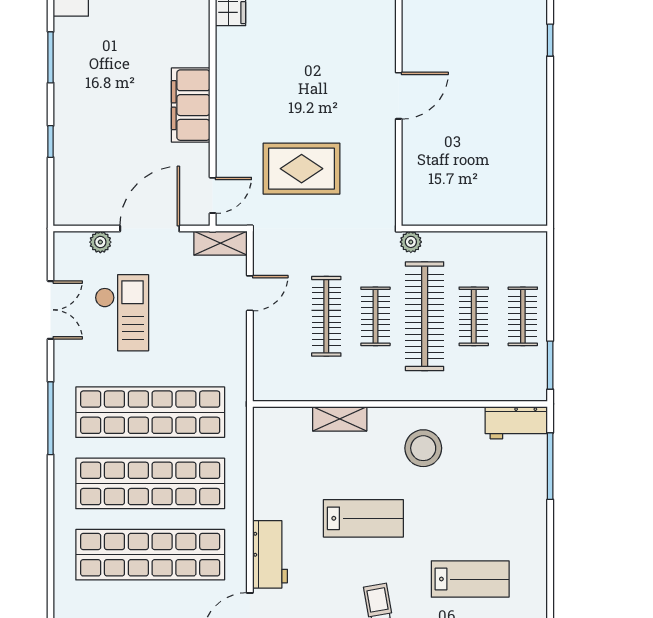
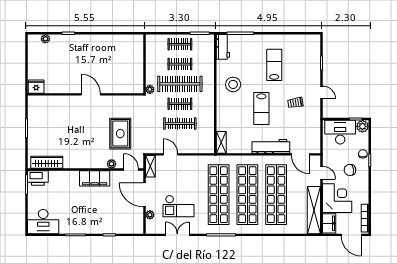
plant: (227, 147) -> (112, 164), added
checkout: (122, 313) -> (178, 206), turned 180
shelving: (340, 419) -> (221, 142), moved
lab bench: (363, 518) -> (261, 109), turned 180
workbench: (270, 554) -> (271, 146), width x1.38
lab bench: (470, 579) -> (274, 65), moved

